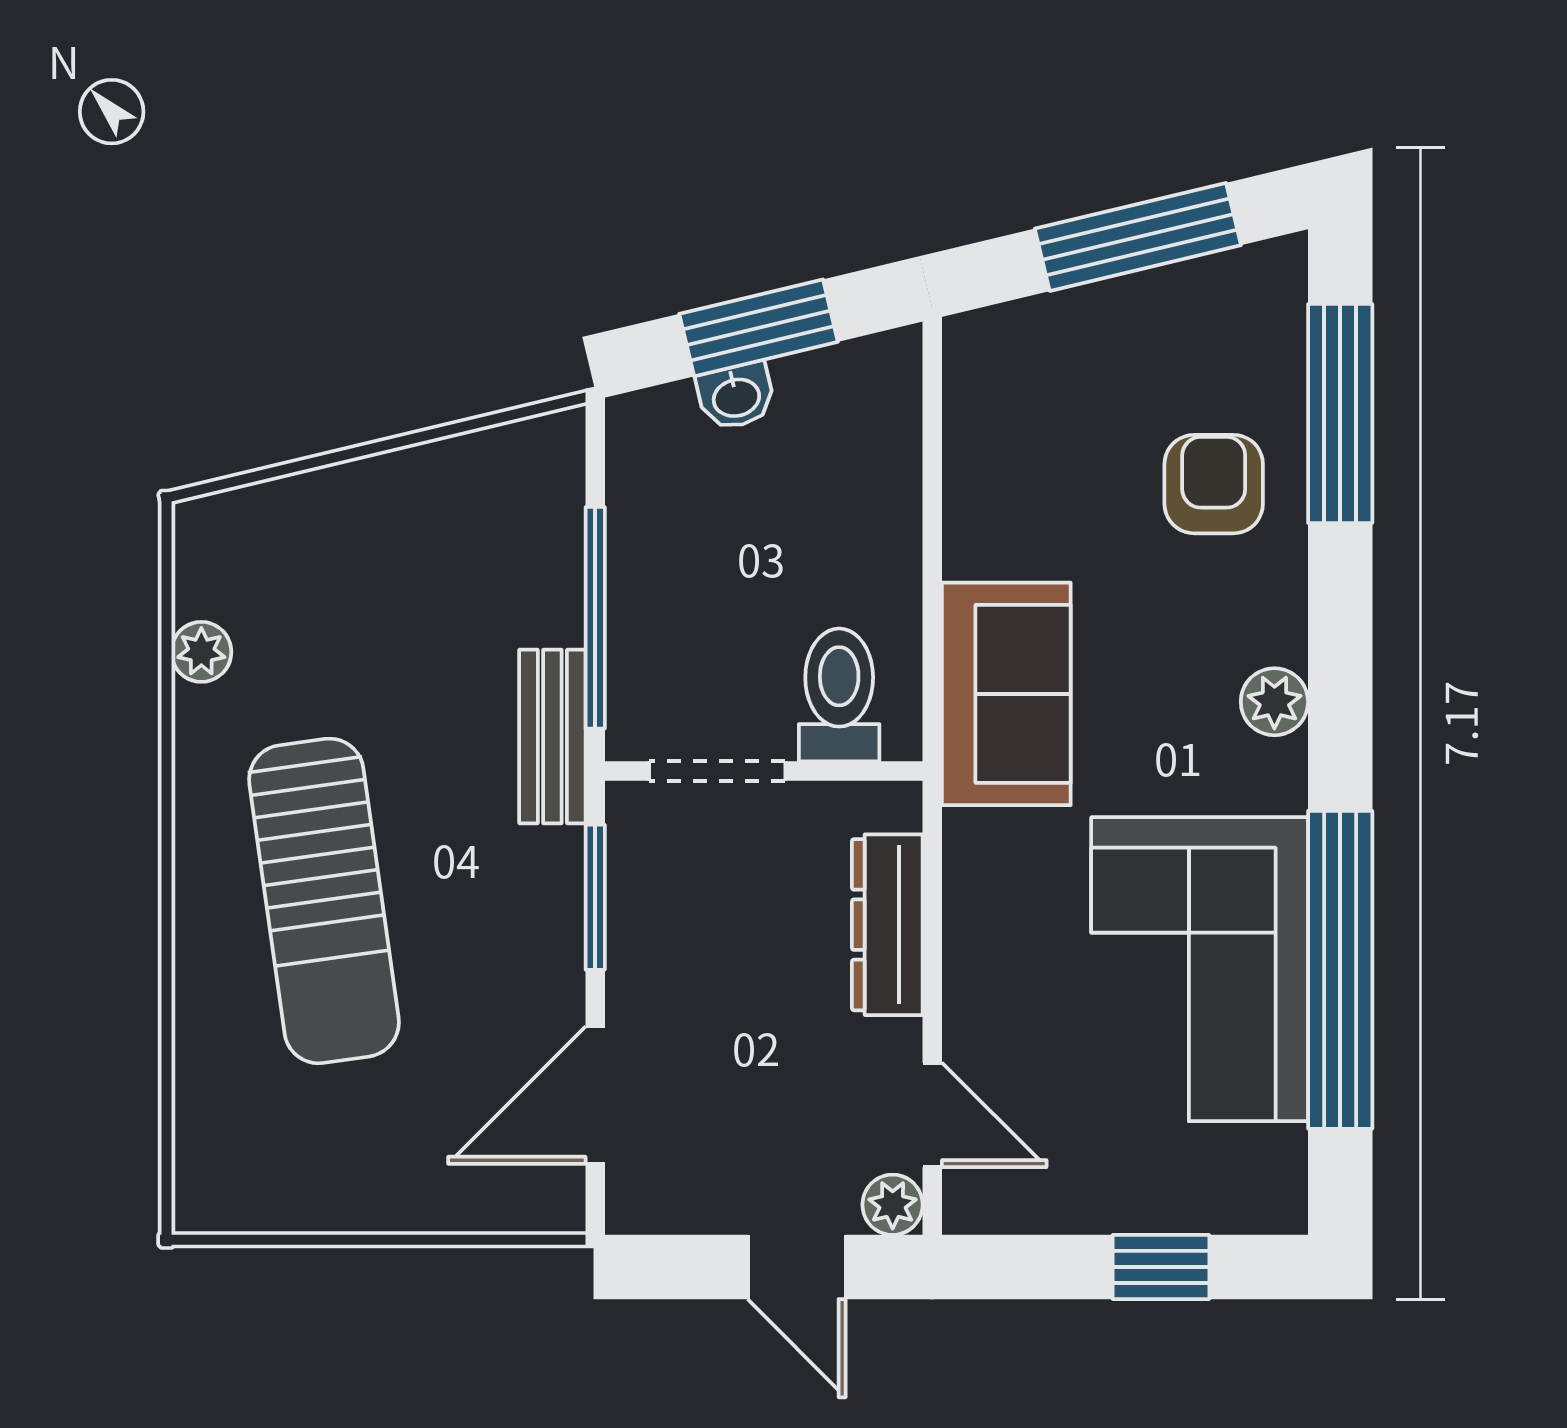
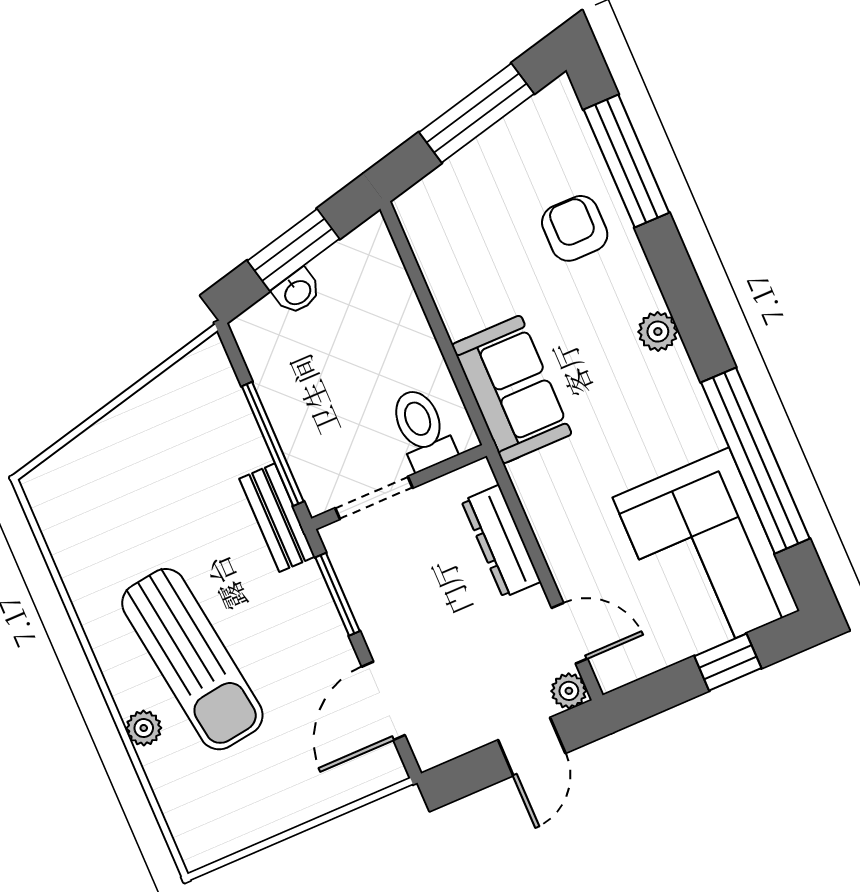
plant: (201, 652) -> (144, 728), moved
corner sofa: (1200, 969) -> (706, 554), moved
door: (797, 1267) -> (532, 747), hinge flipped

